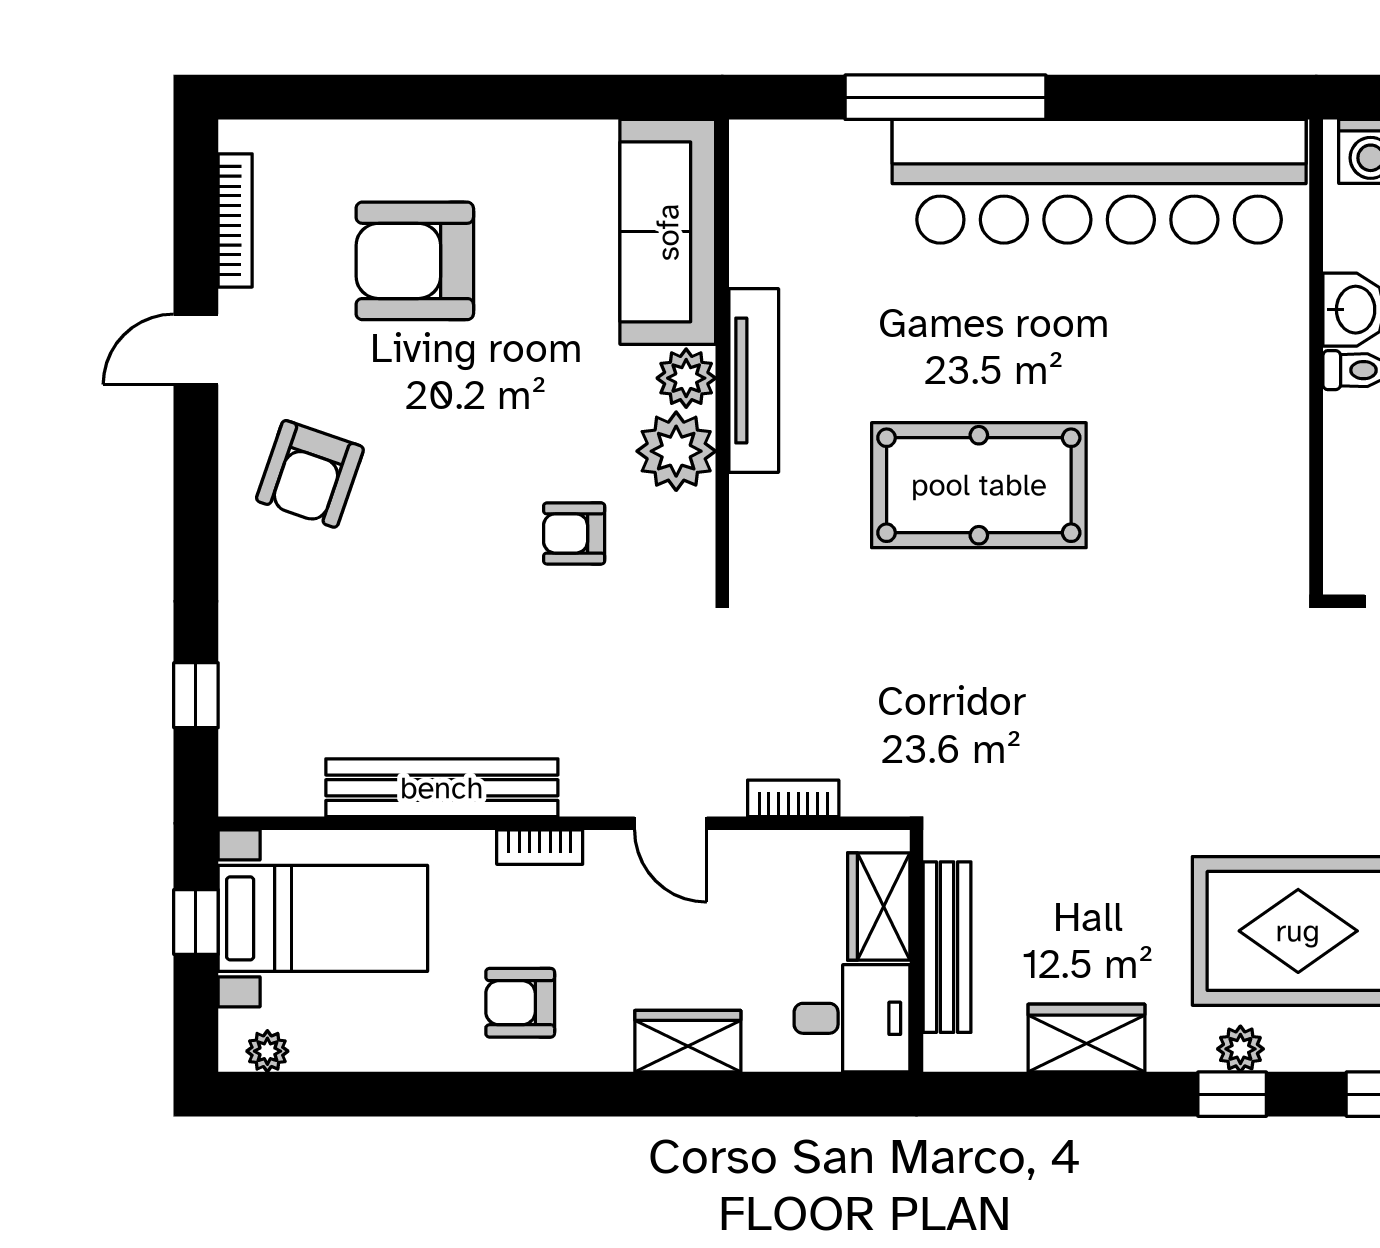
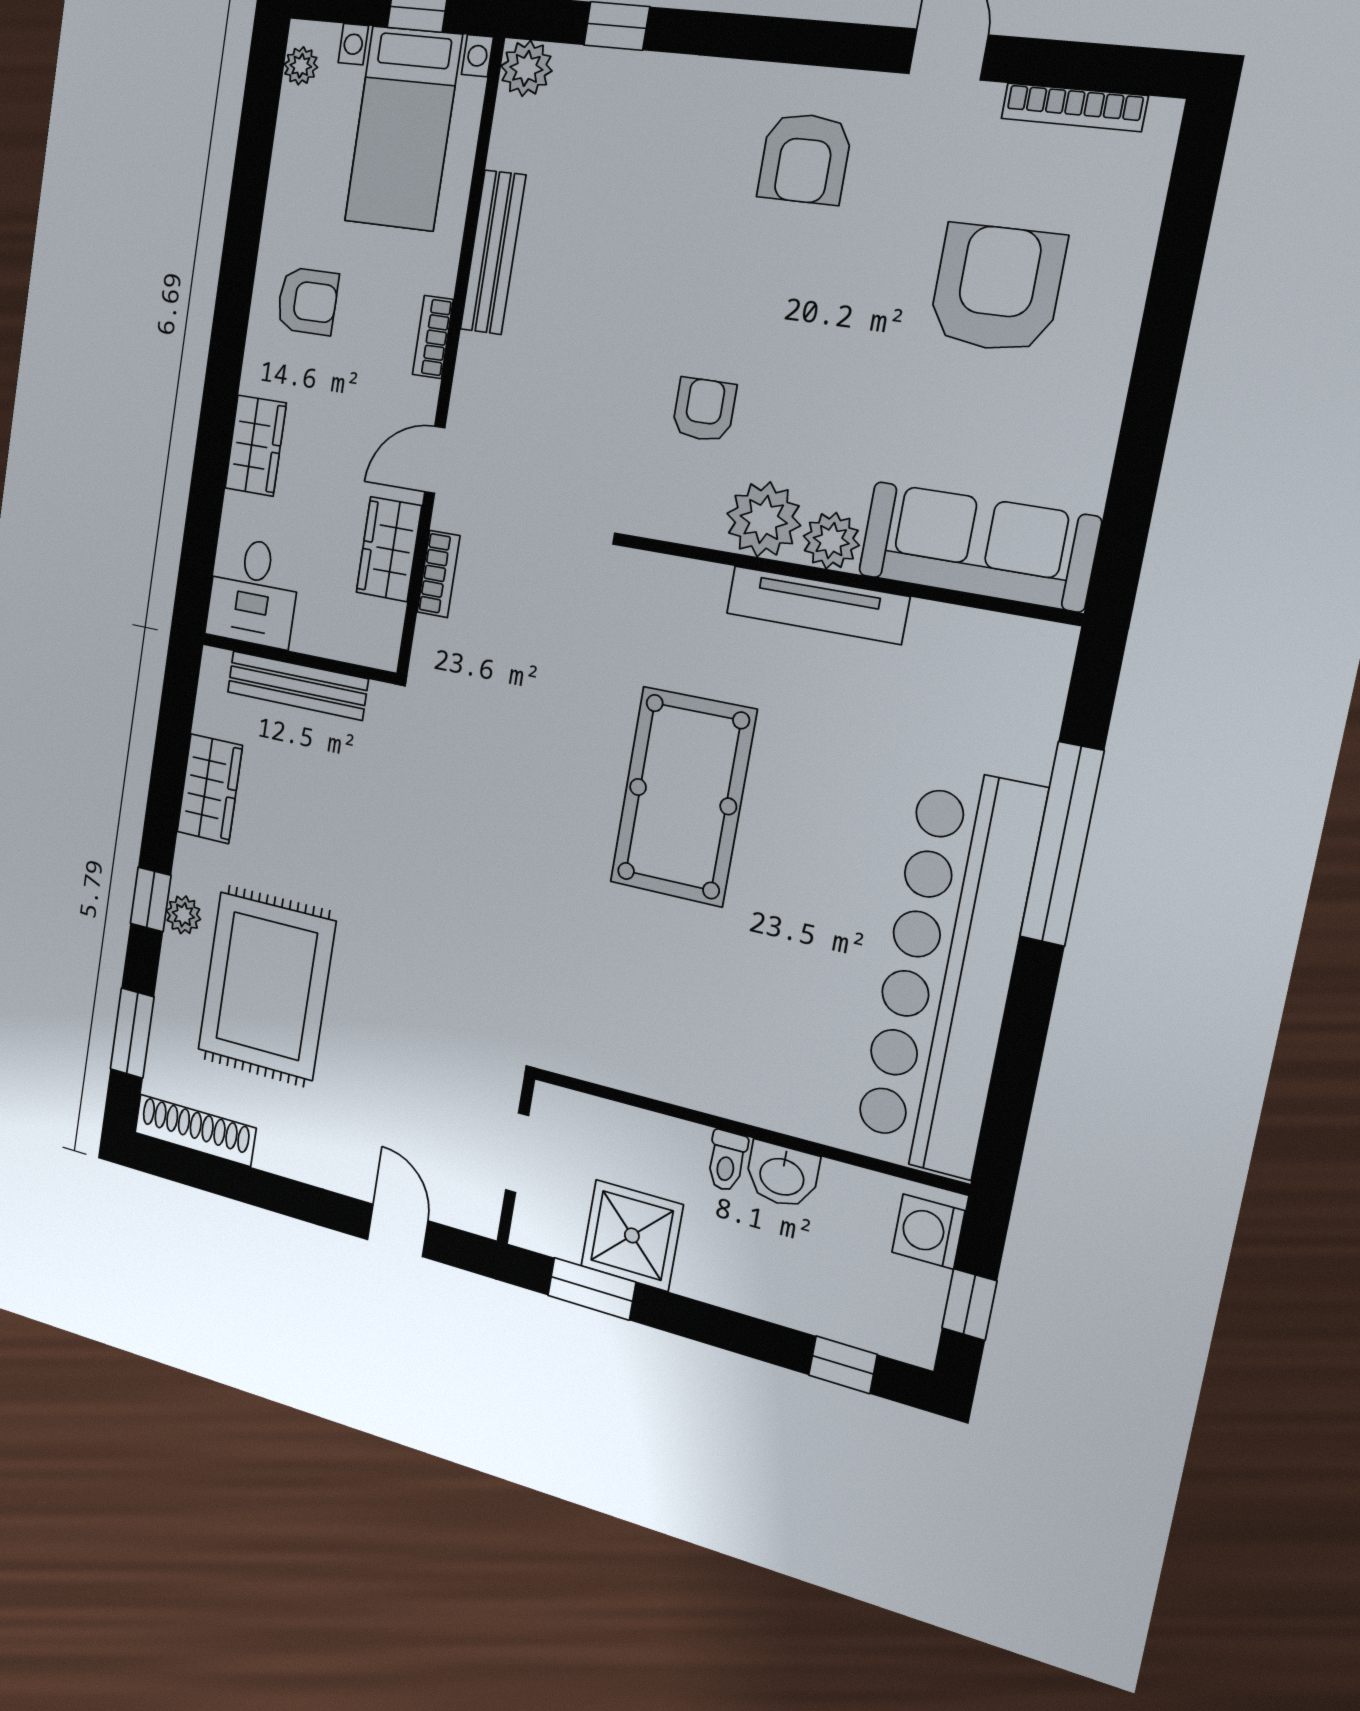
armchair: (310, 474) -> (805, 158), turned -109
plant: (247, 787) -> (526, 68), added
bench: (442, 788) -> (493, 252), width x0.73, depth x0.82
wardrobe: (879, 907) -> (389, 549), moved, turned -90
armchair: (520, 1003) -> (307, 301), turned 90

